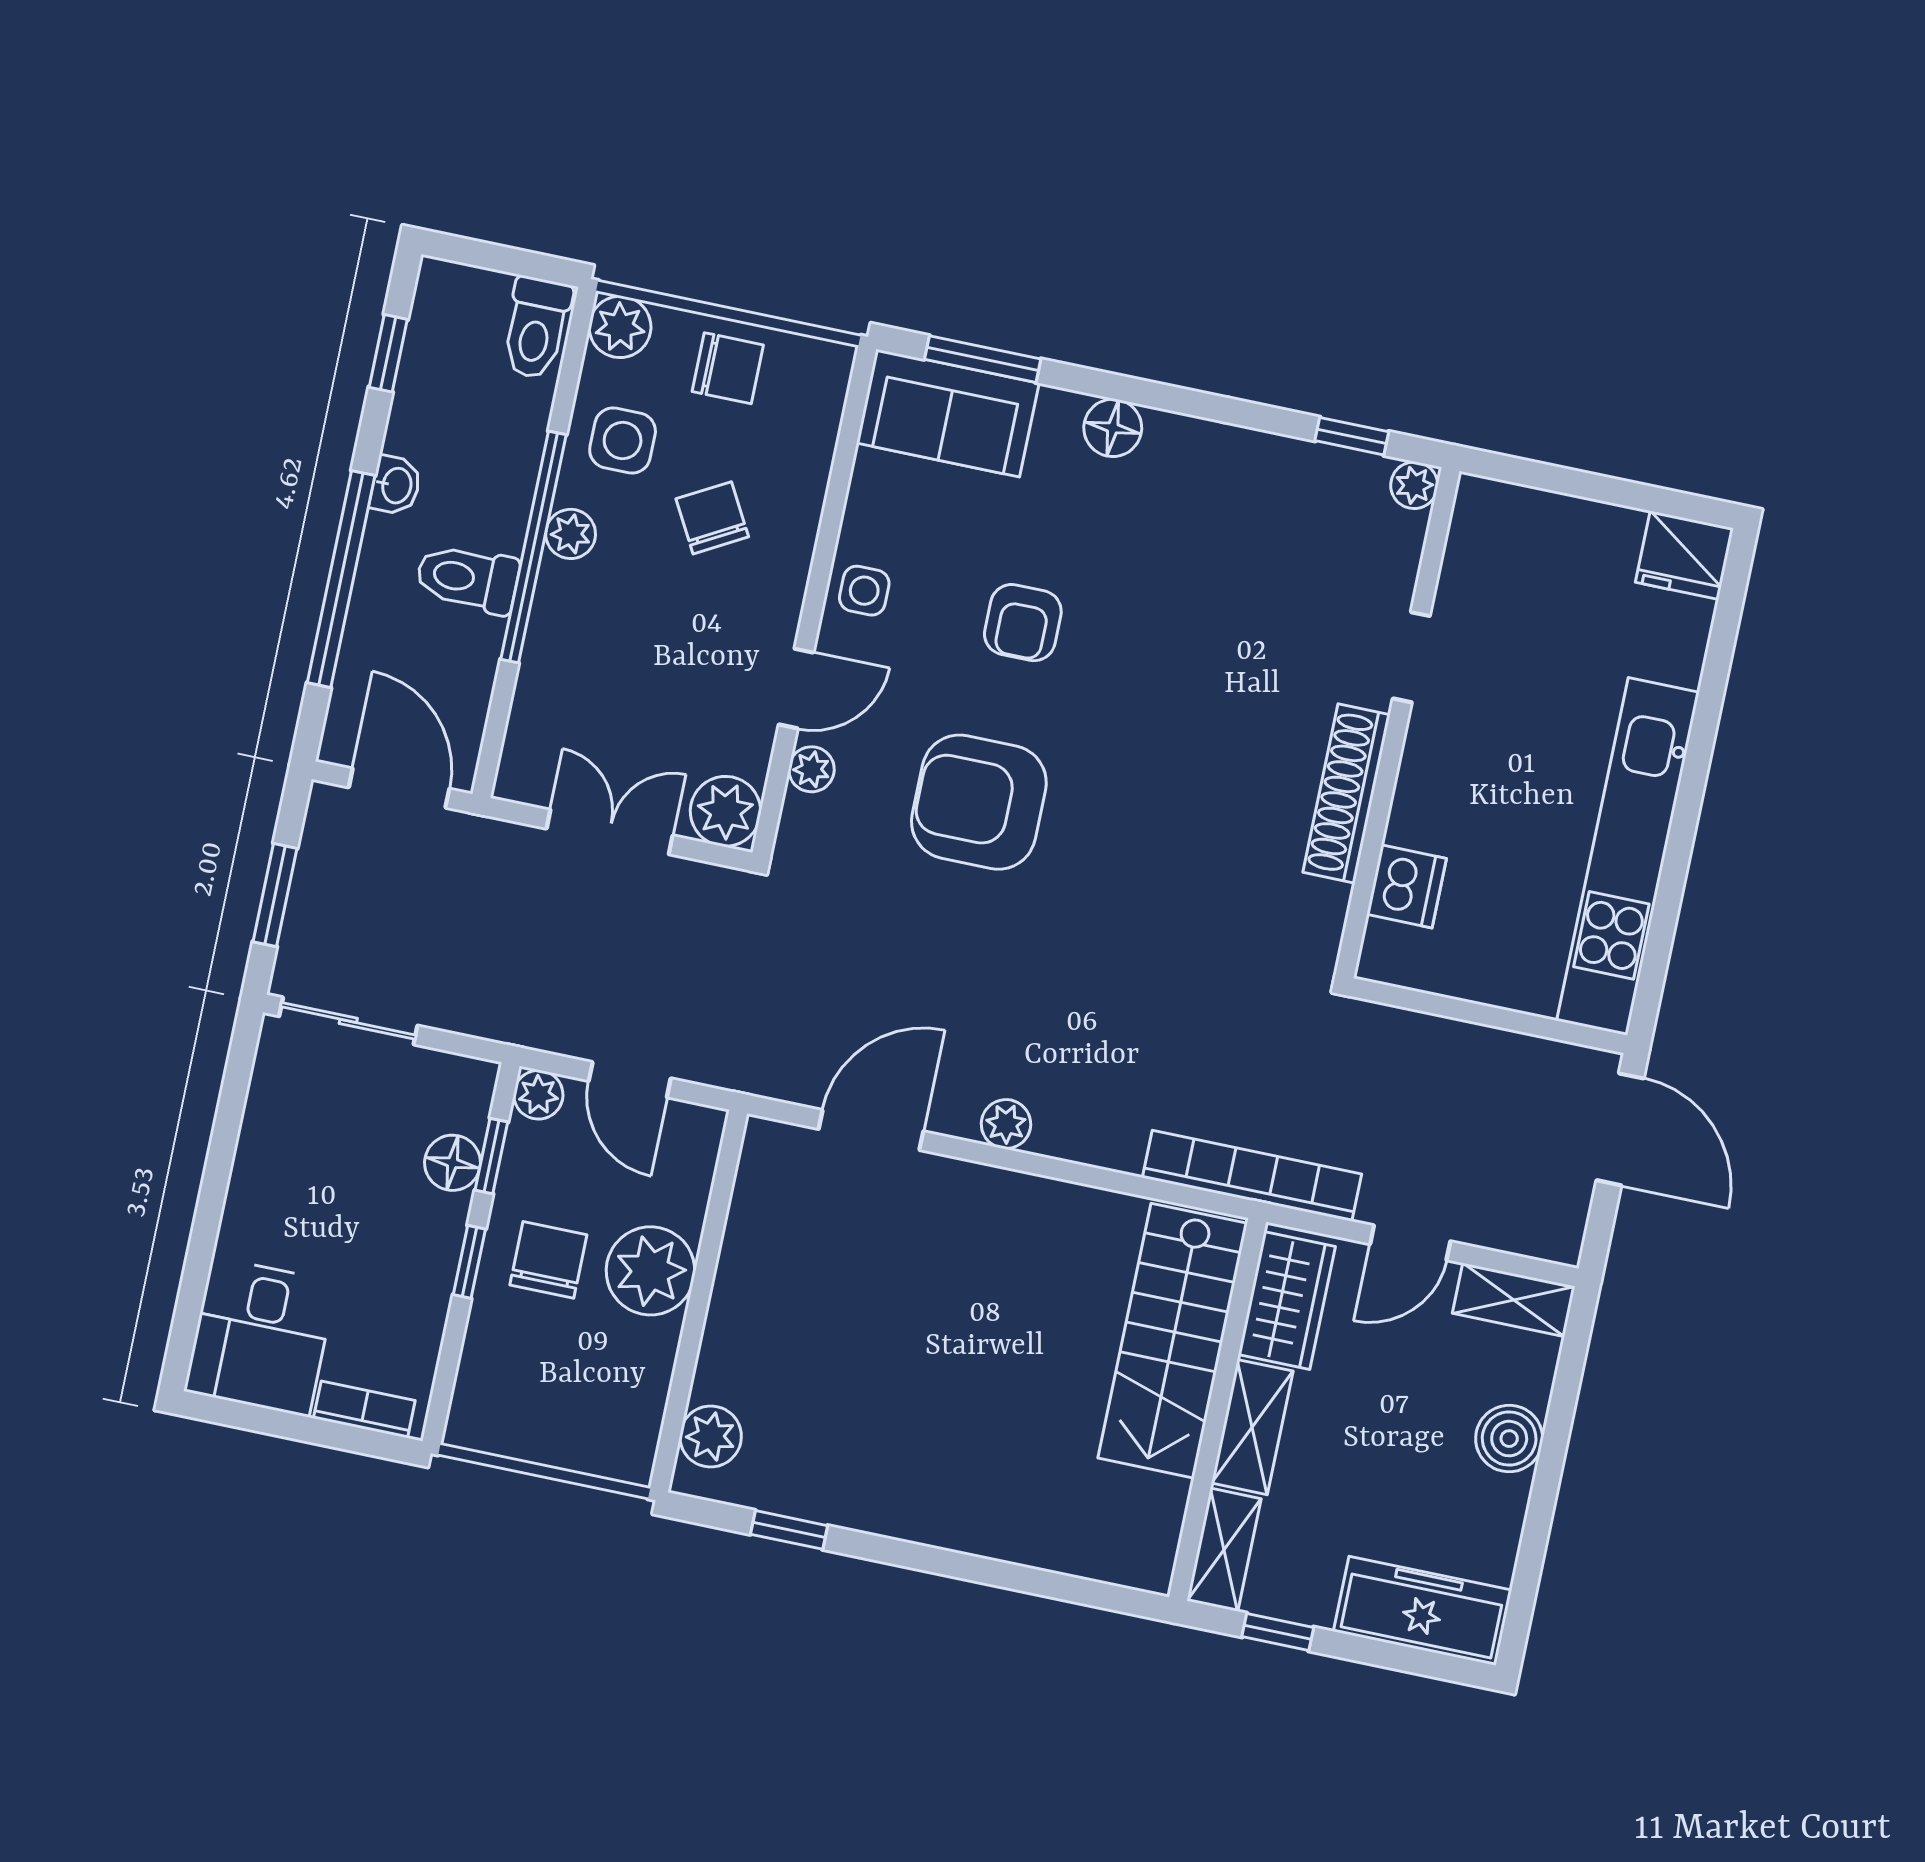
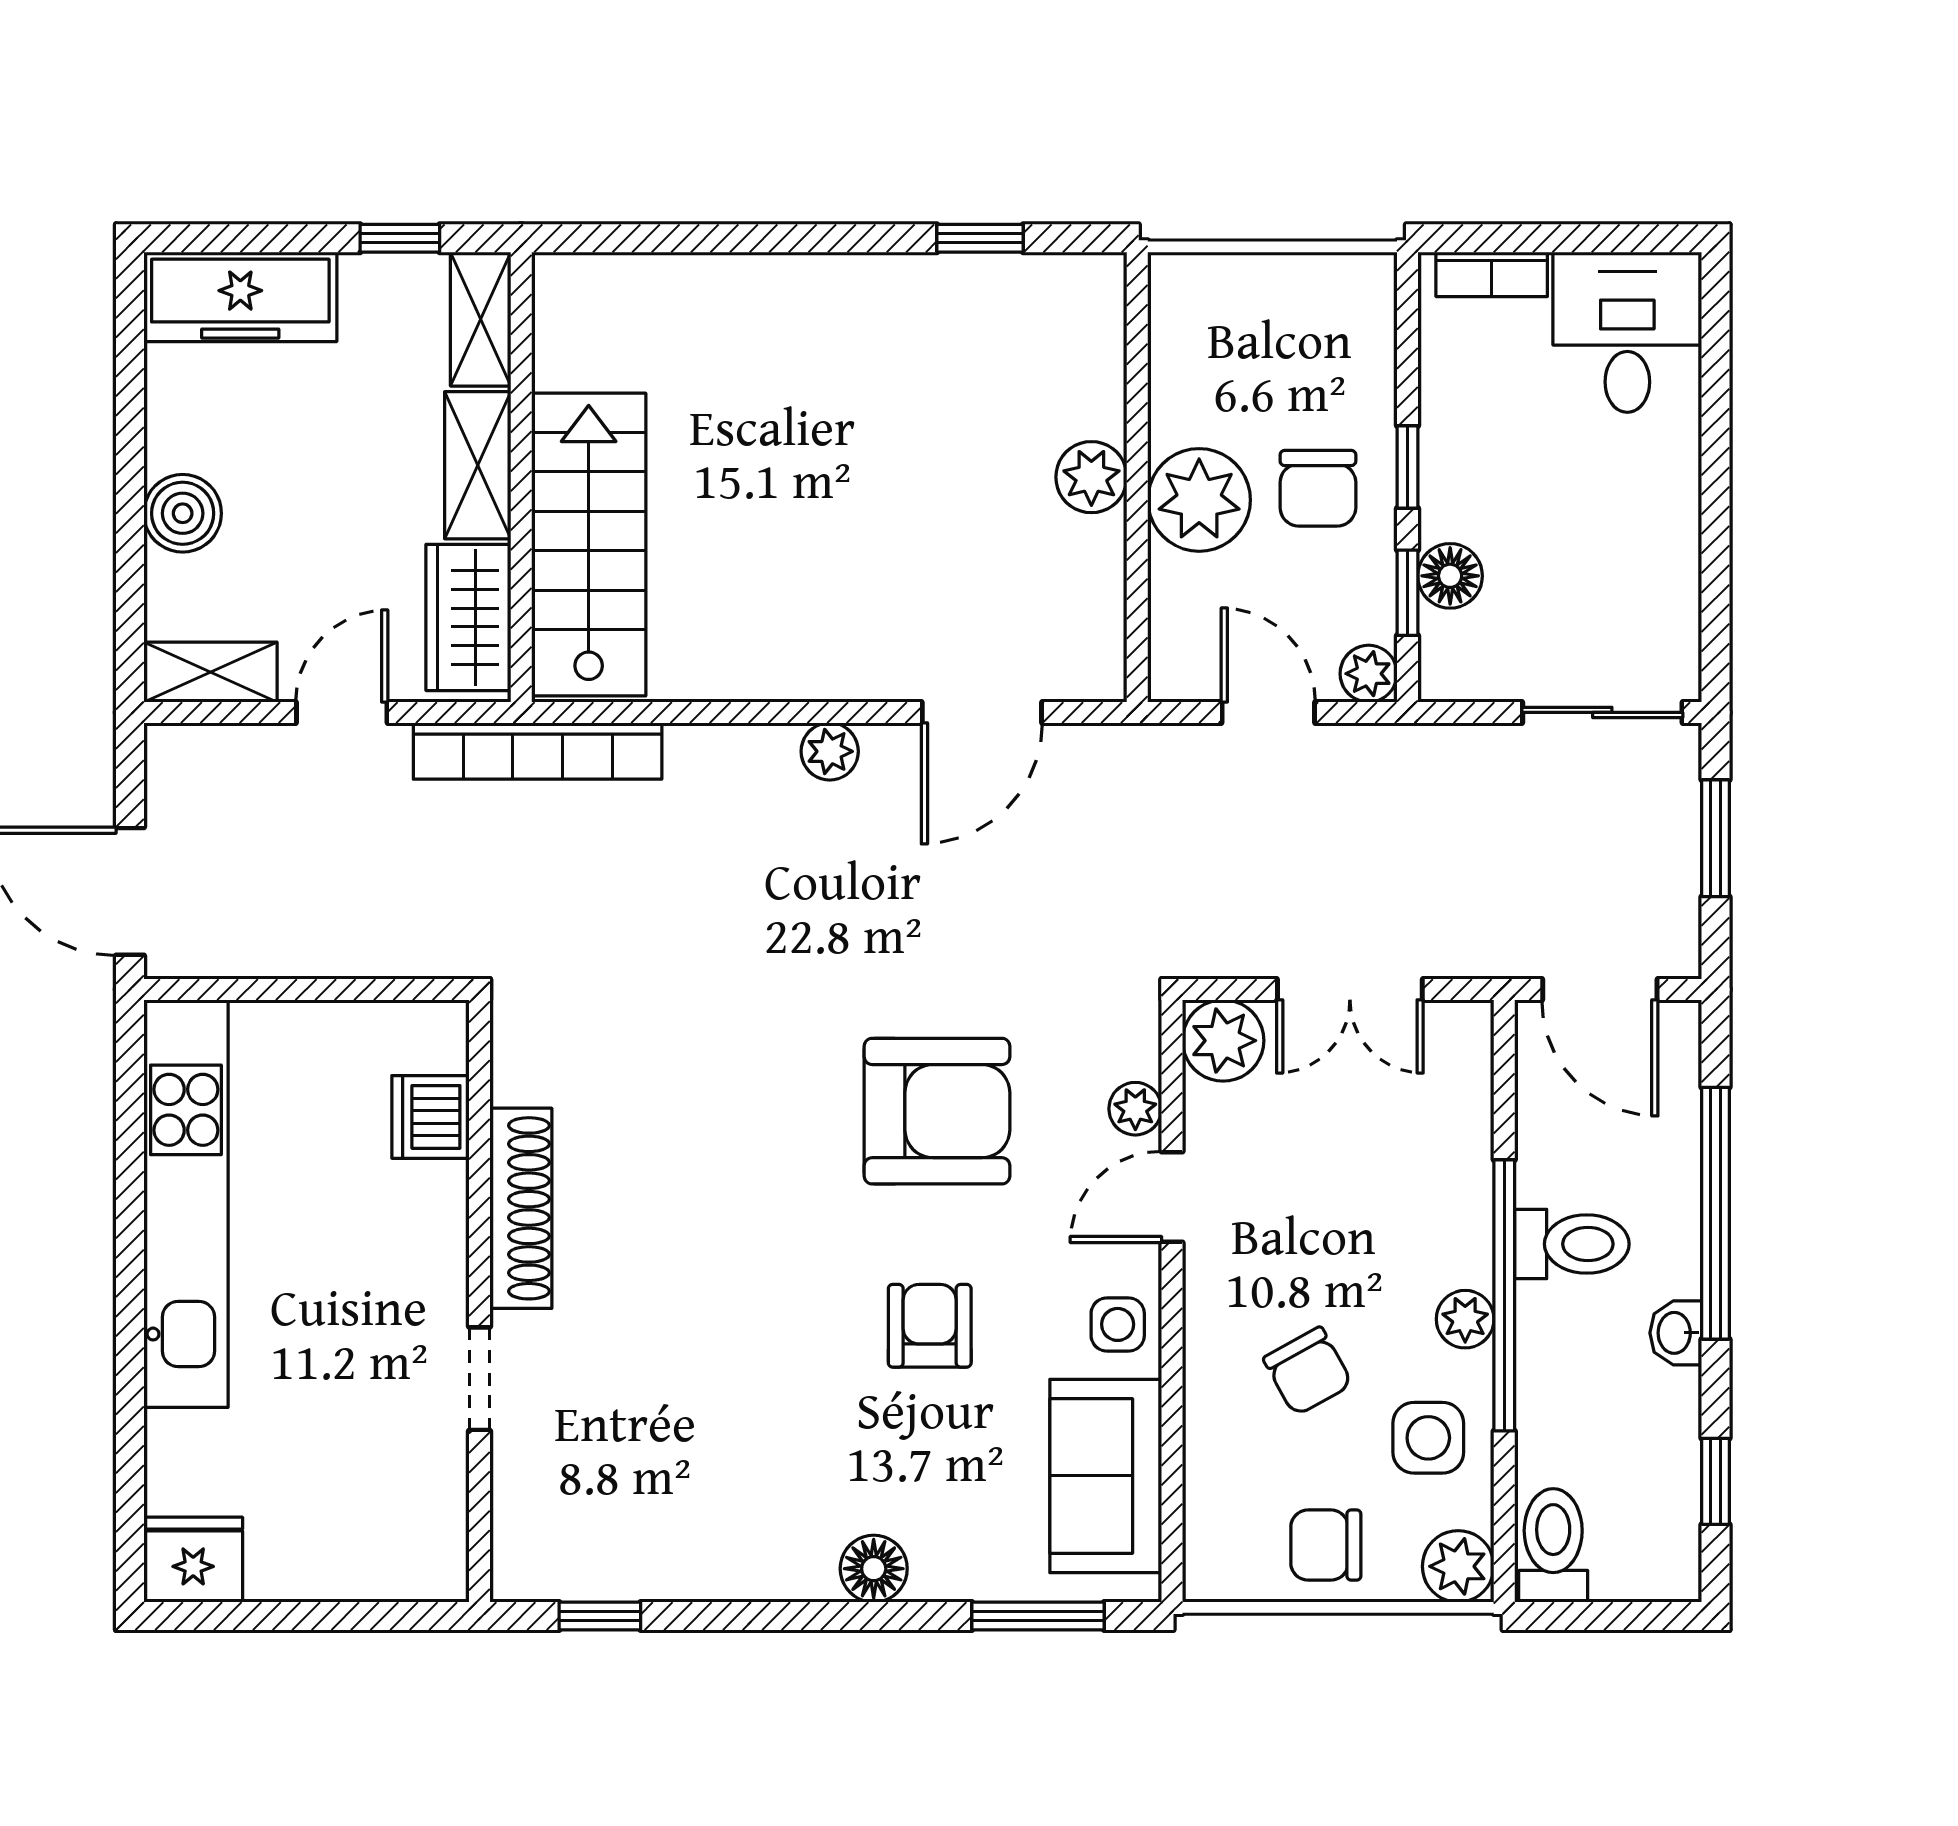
sofa: (948, 413) -> (1106, 1476), moved, turned -90
plant: (1414, 485) -> (517, 1575), removed
plant: (711, 1436) -> (1091, 477), moved

